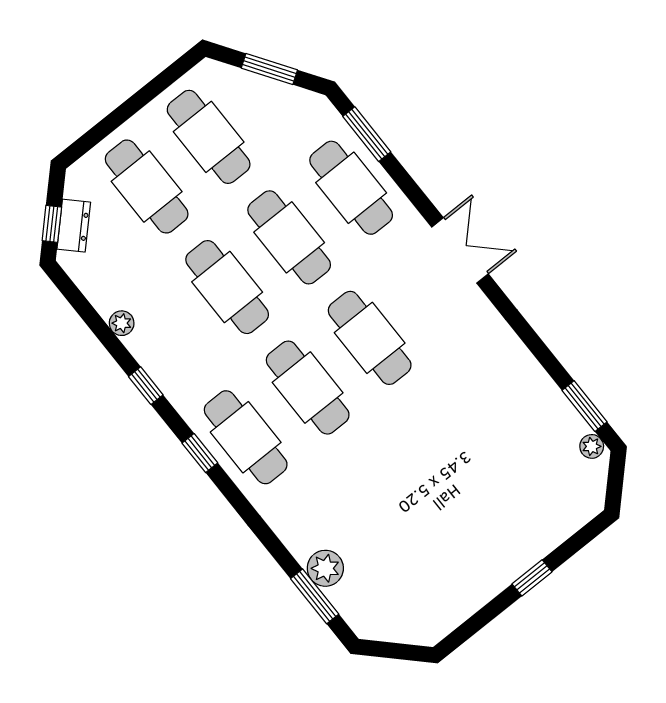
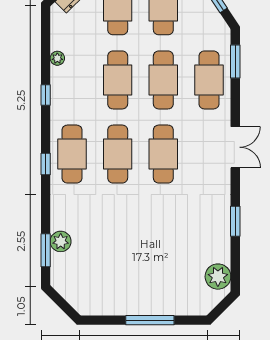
window: (585, 406) -> (235, 221), moved
plant: (592, 446) -> (218, 277), width x1.87, depth x1.87
window: (200, 453) -> (46, 164), moved
window: (532, 578) -> (150, 320), width x2.17

